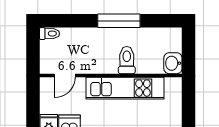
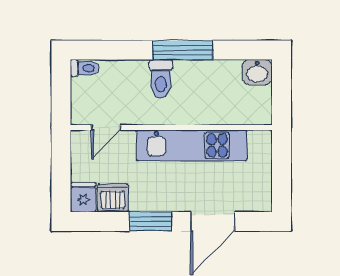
toilet: (127, 60) -> (161, 79), moved, turned 180
washbasin: (173, 63) -> (257, 72), moved, turned -90

